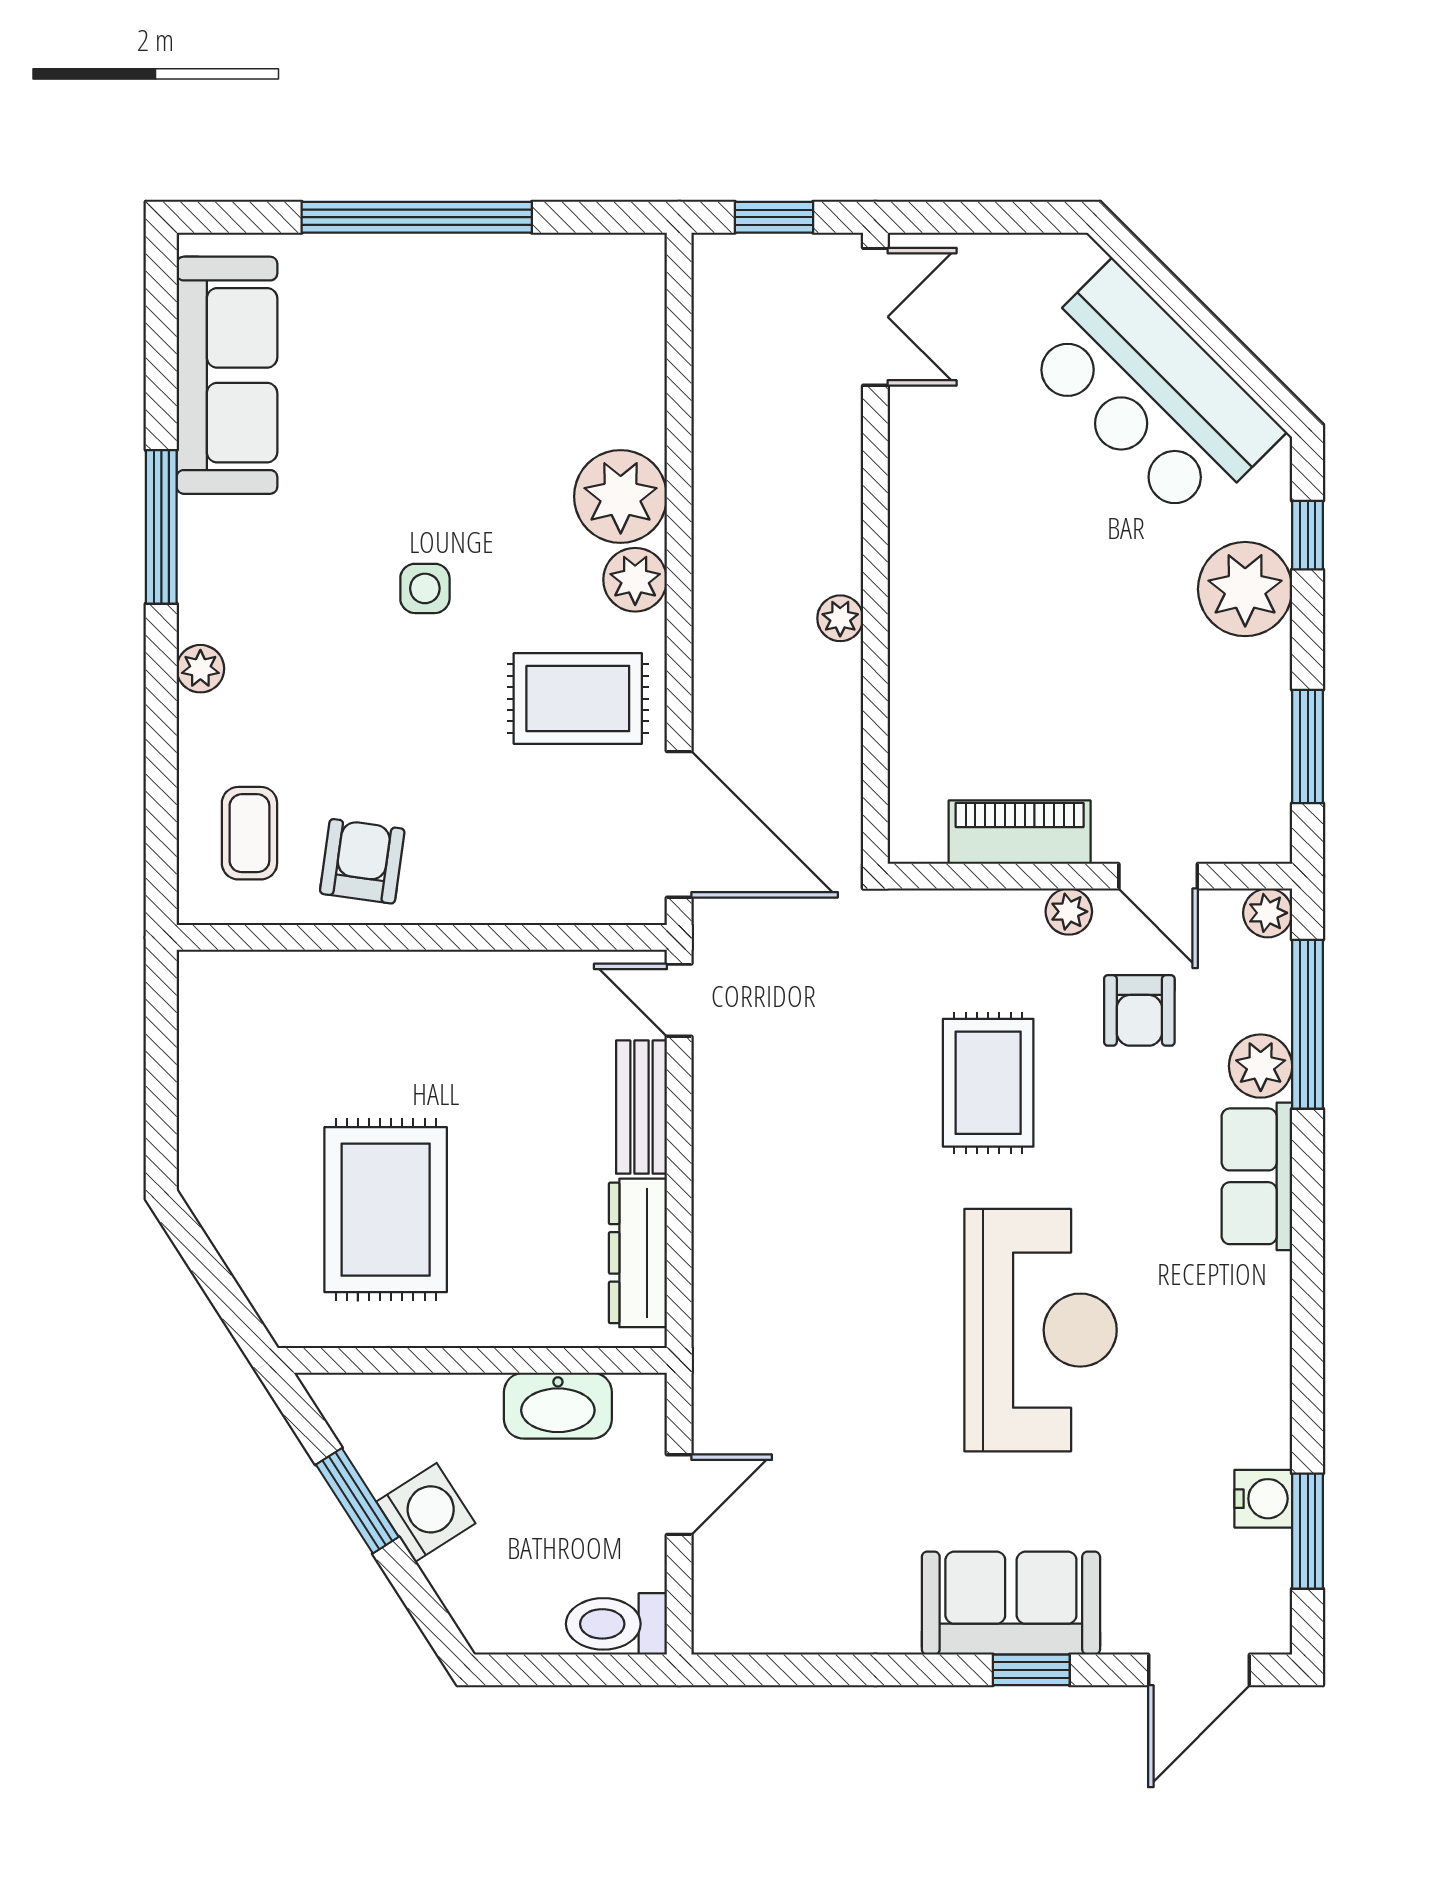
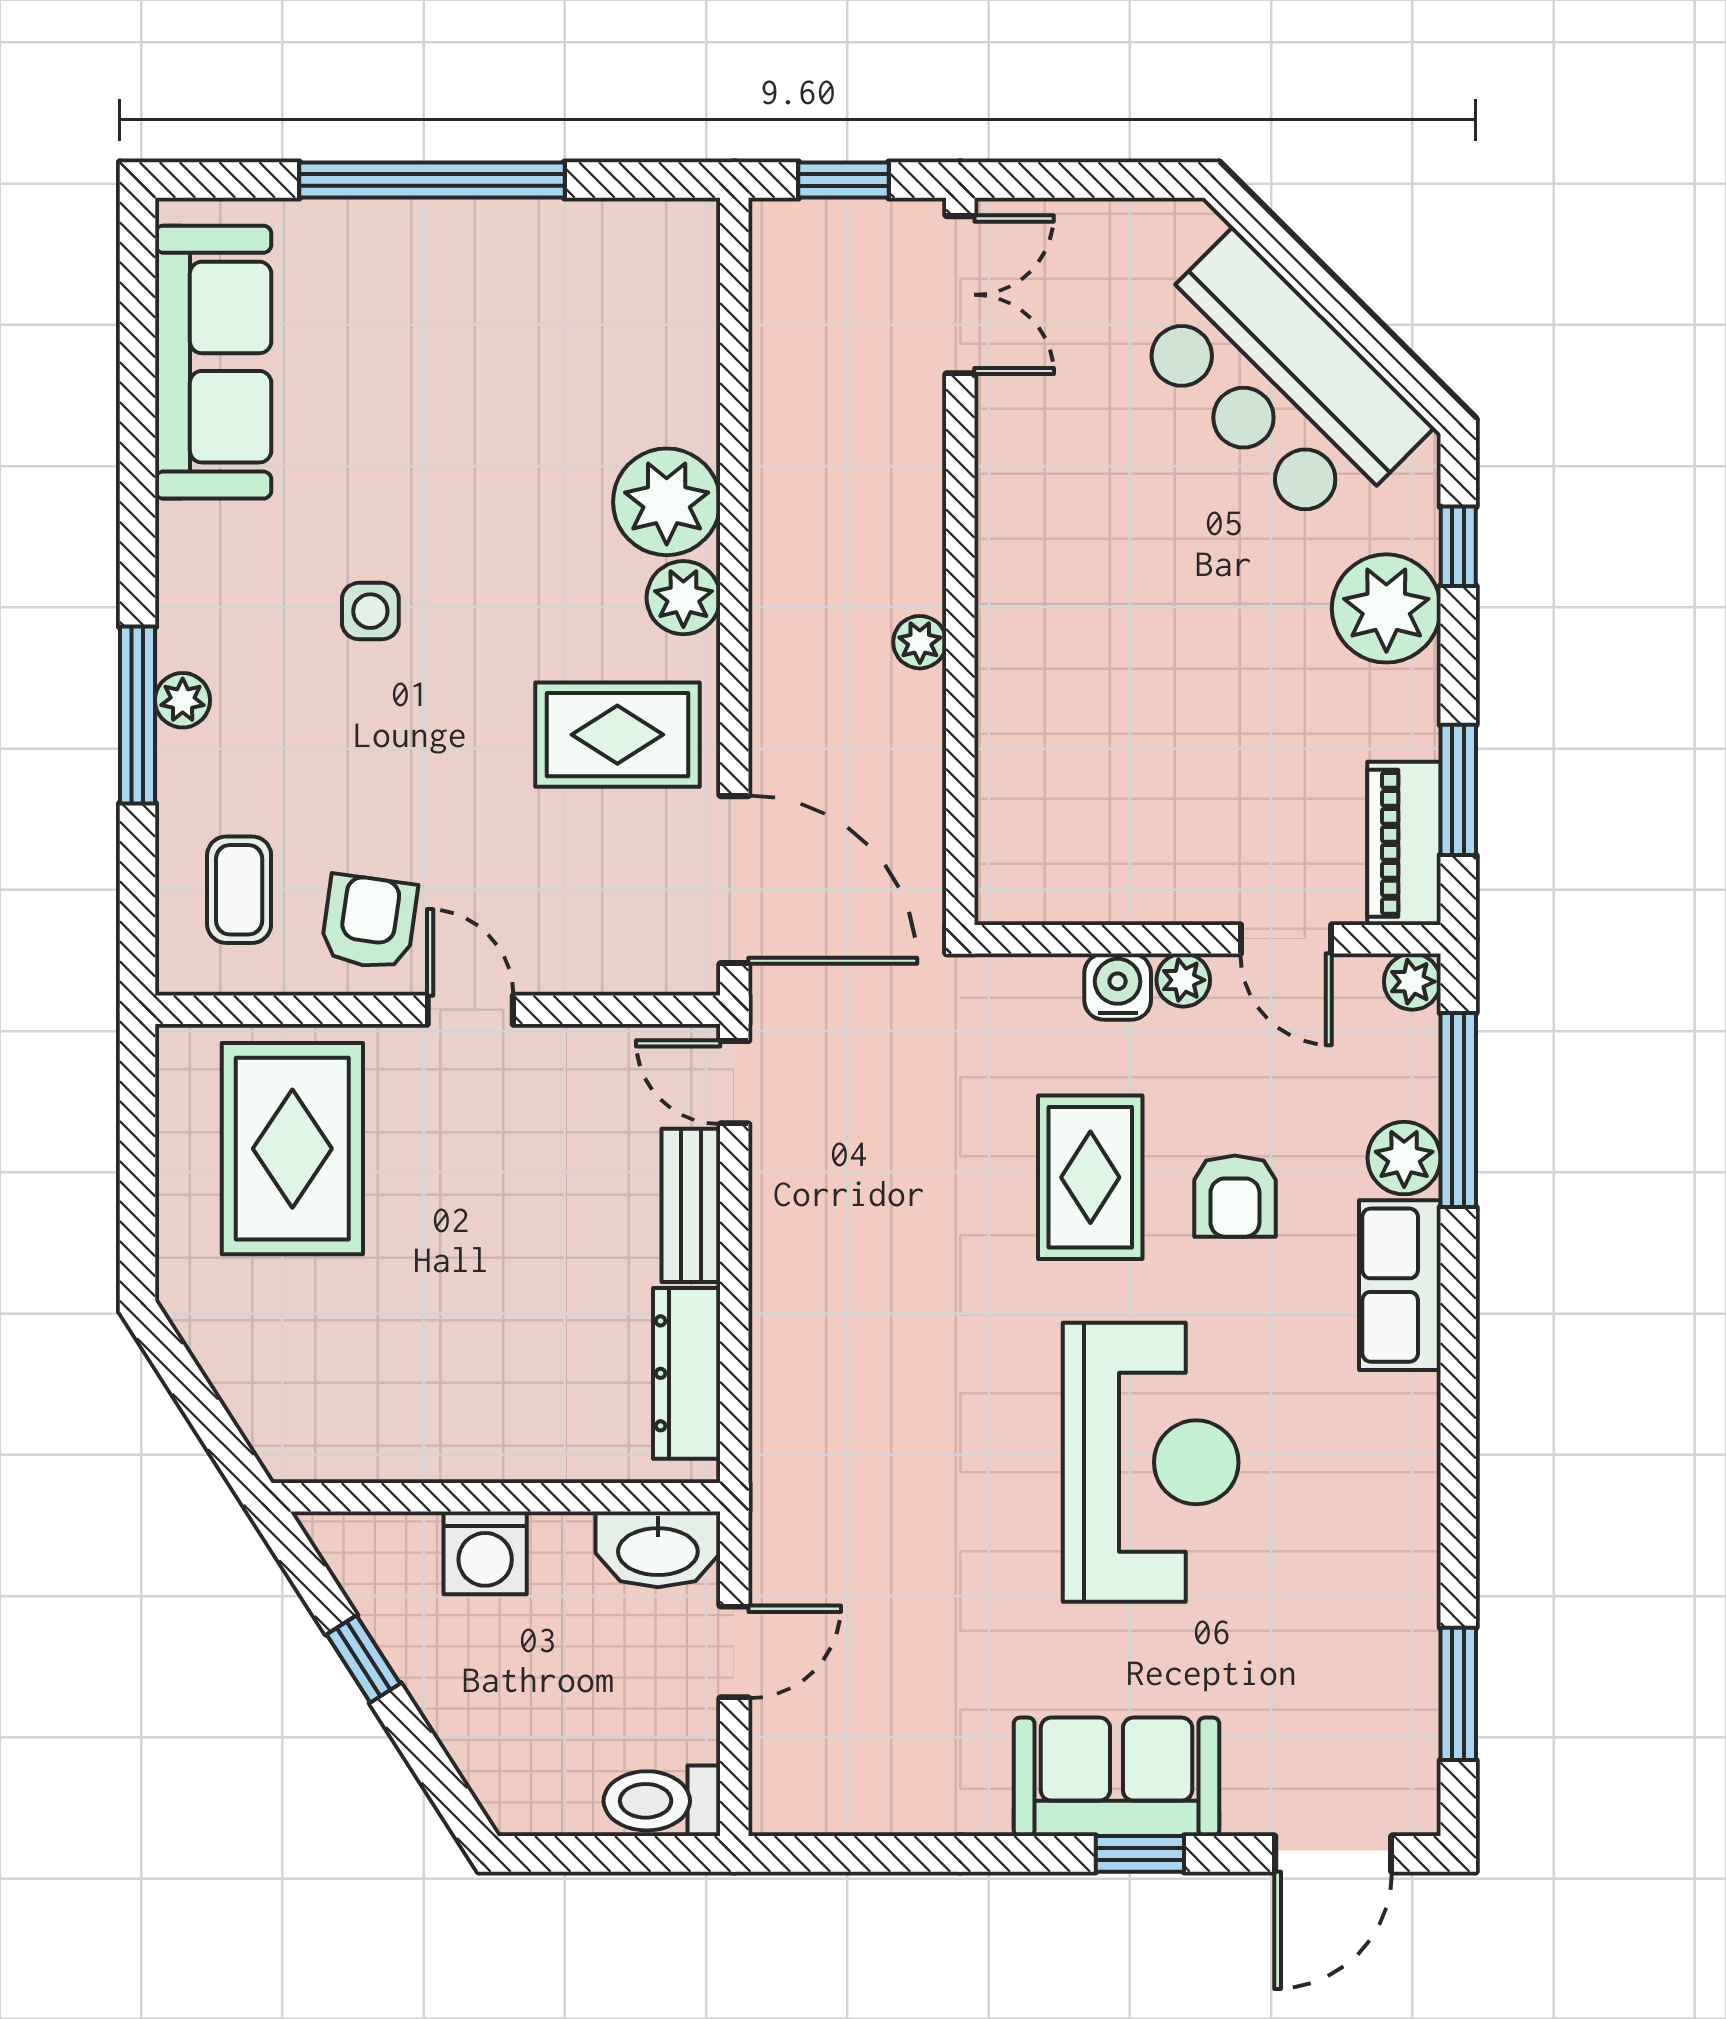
window: (161, 527) -> (137, 715), moved
side table: (425, 588) -> (370, 611), moved
piano: (1020, 832) -> (1404, 843), moved, turned -90
door: (450, 937) -> (470, 1010), added
armchair: (1139, 1010) -> (1235, 1196), moved
rug: (386, 1210) -> (292, 1149), moved
washbasin: (558, 1406) -> (658, 1549), moved
water cooler: (1263, 1499) -> (1118, 987), moved, turned -90
window: (357, 1501) -> (363, 1659), width x0.67
washing machine: (426, 1513) -> (485, 1553), moved, turned 123

